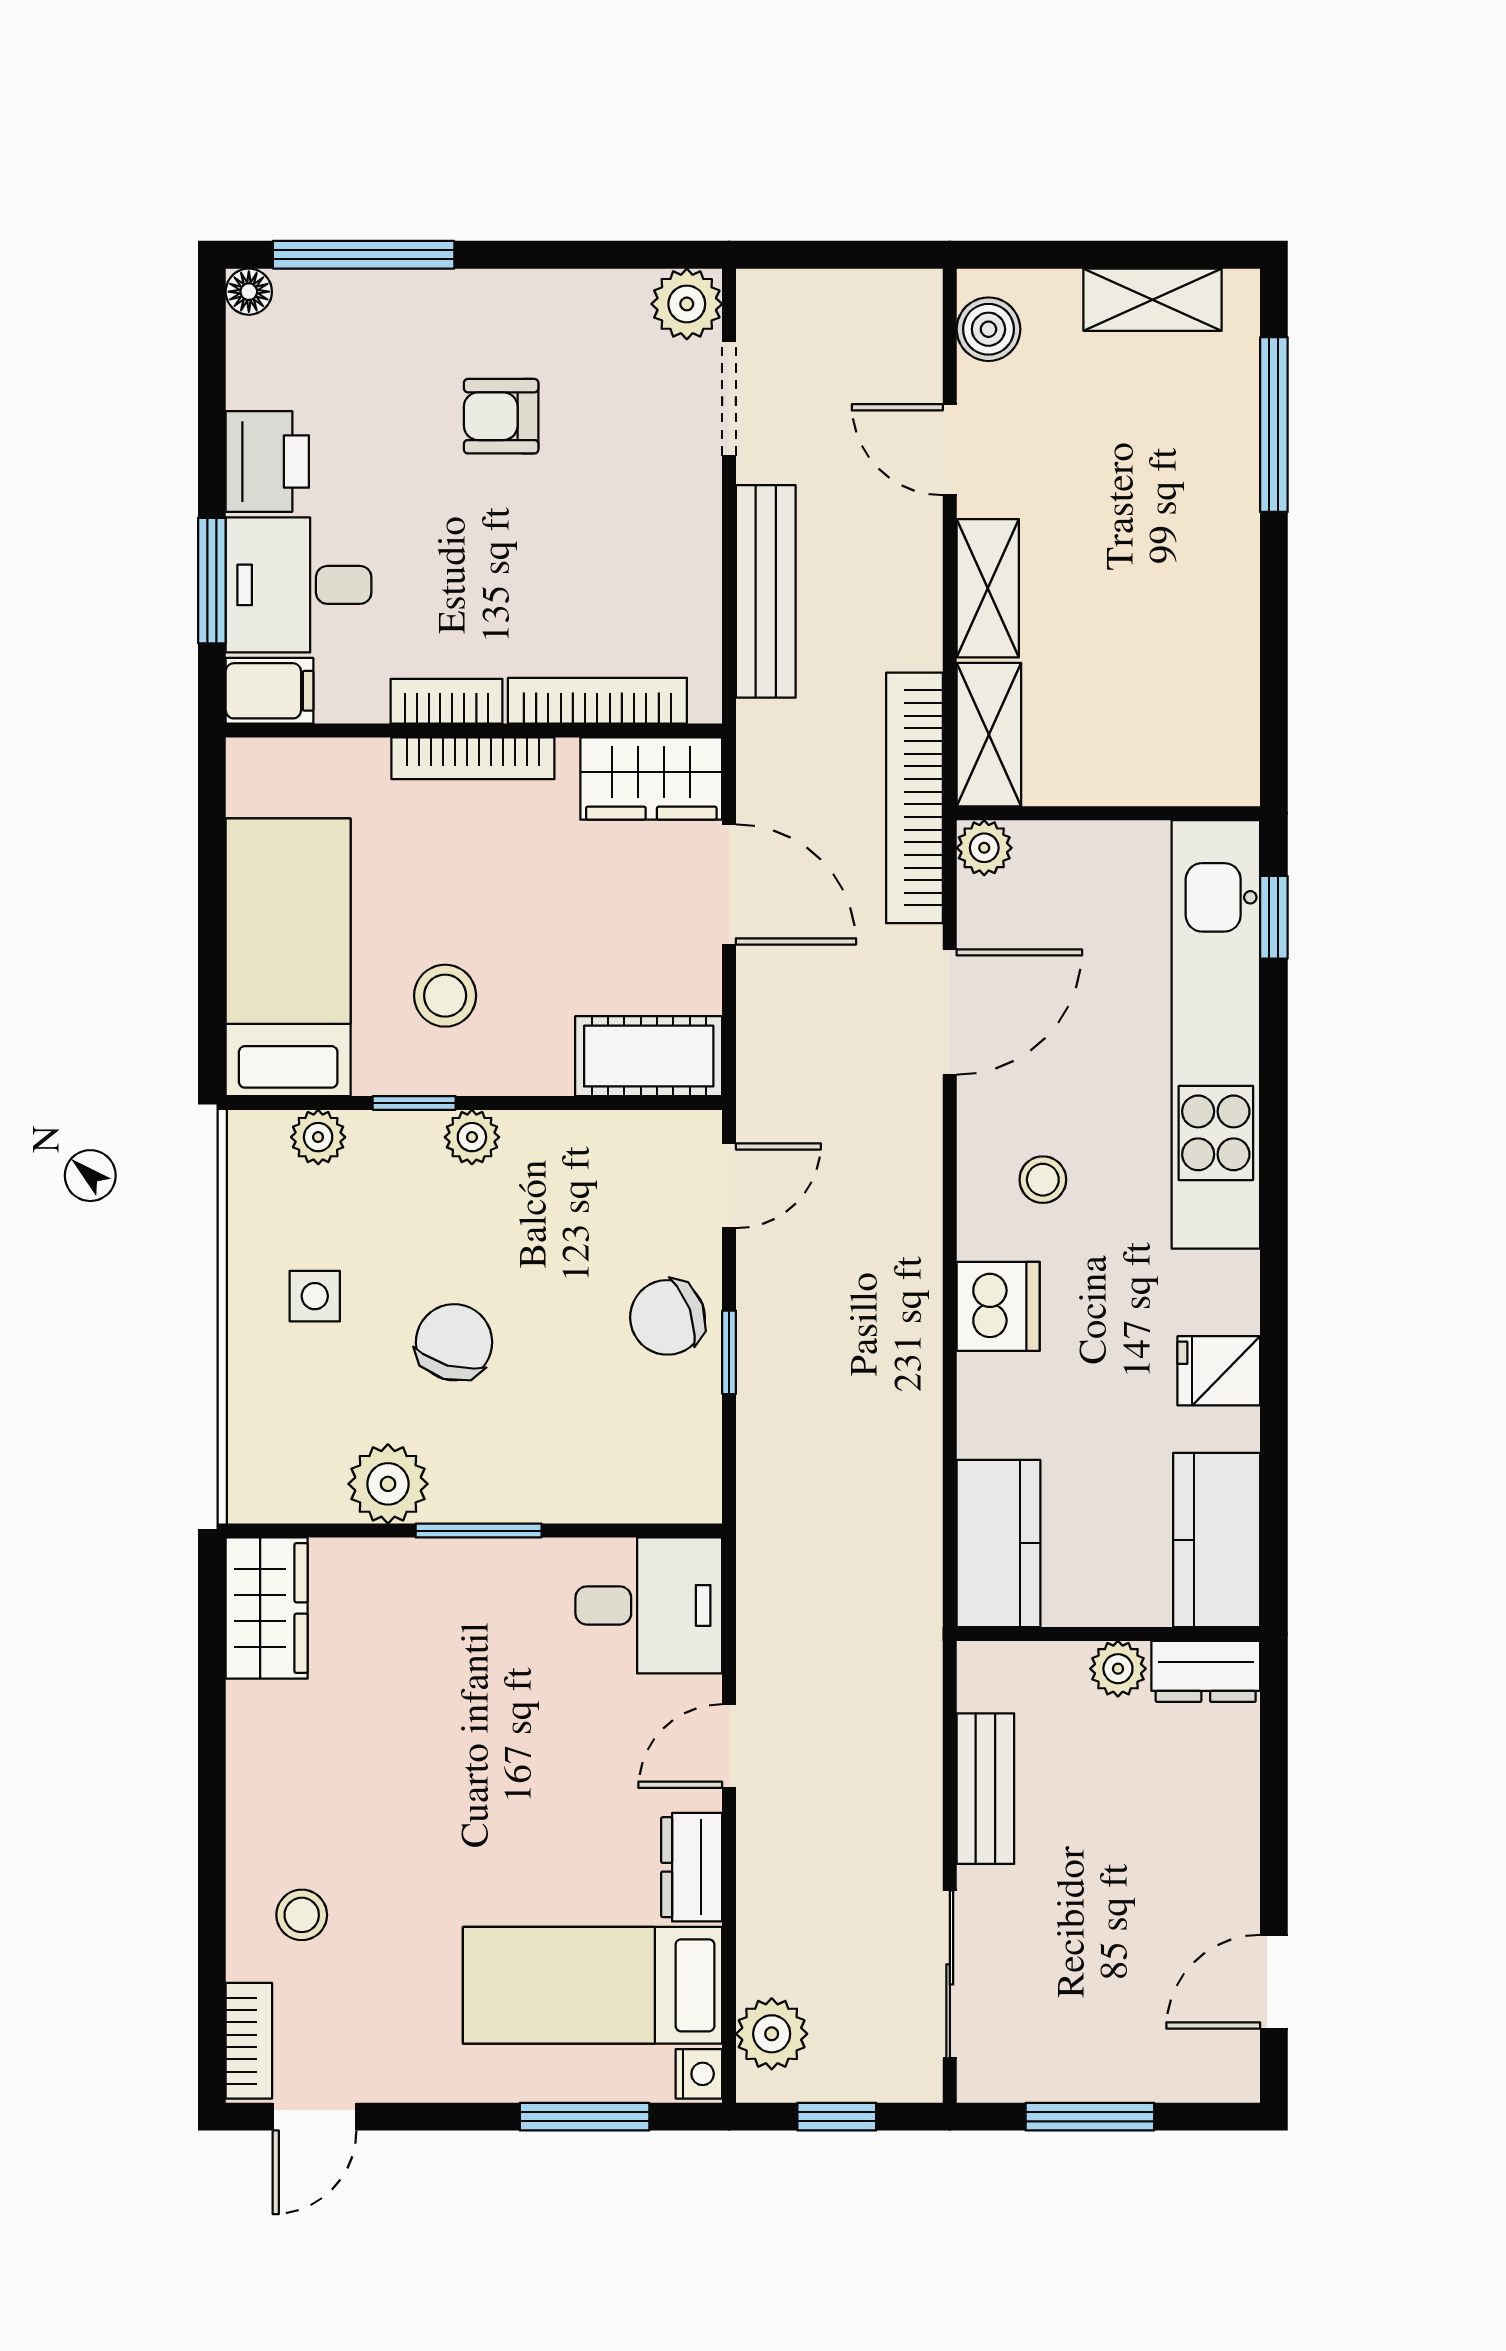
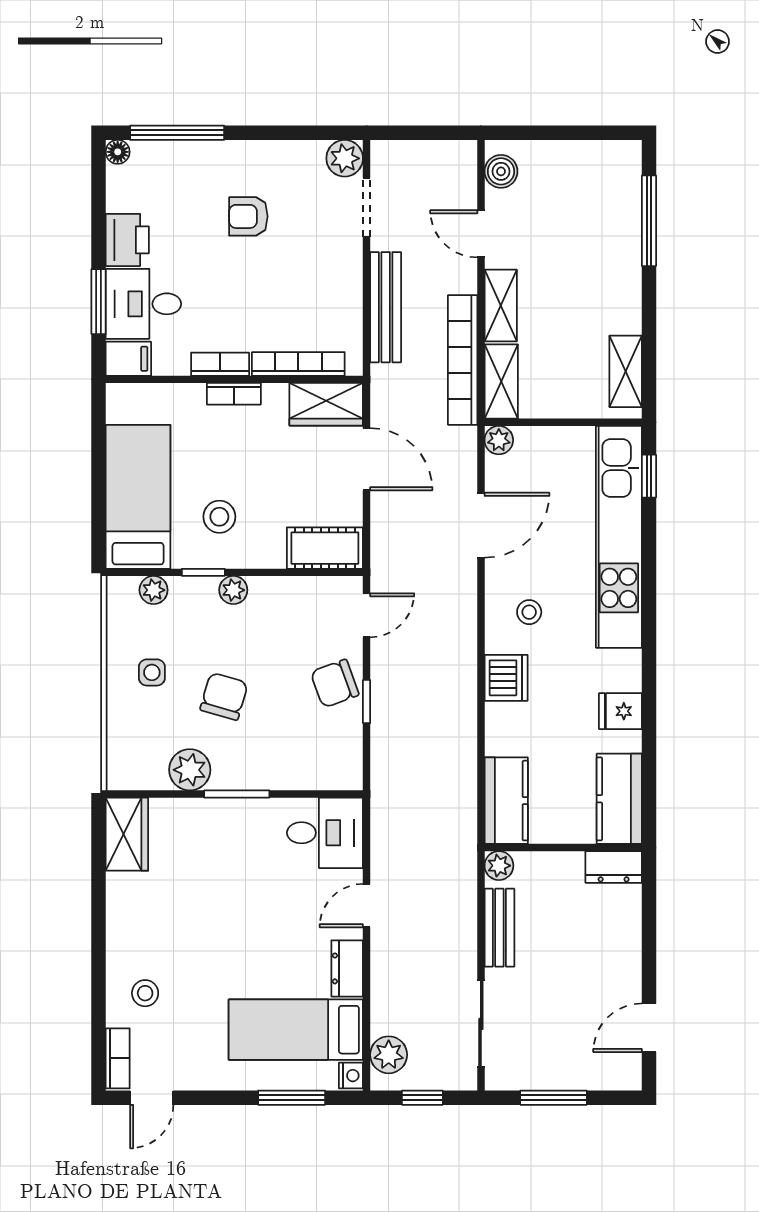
shelving: (1152, 300) -> (626, 371), moved, turned 90
bookcase: (473, 758) -> (234, 394), width x0.64
bookcase: (914, 798) -> (463, 360), moved
plant: (1118, 1669) -> (499, 866), moved

